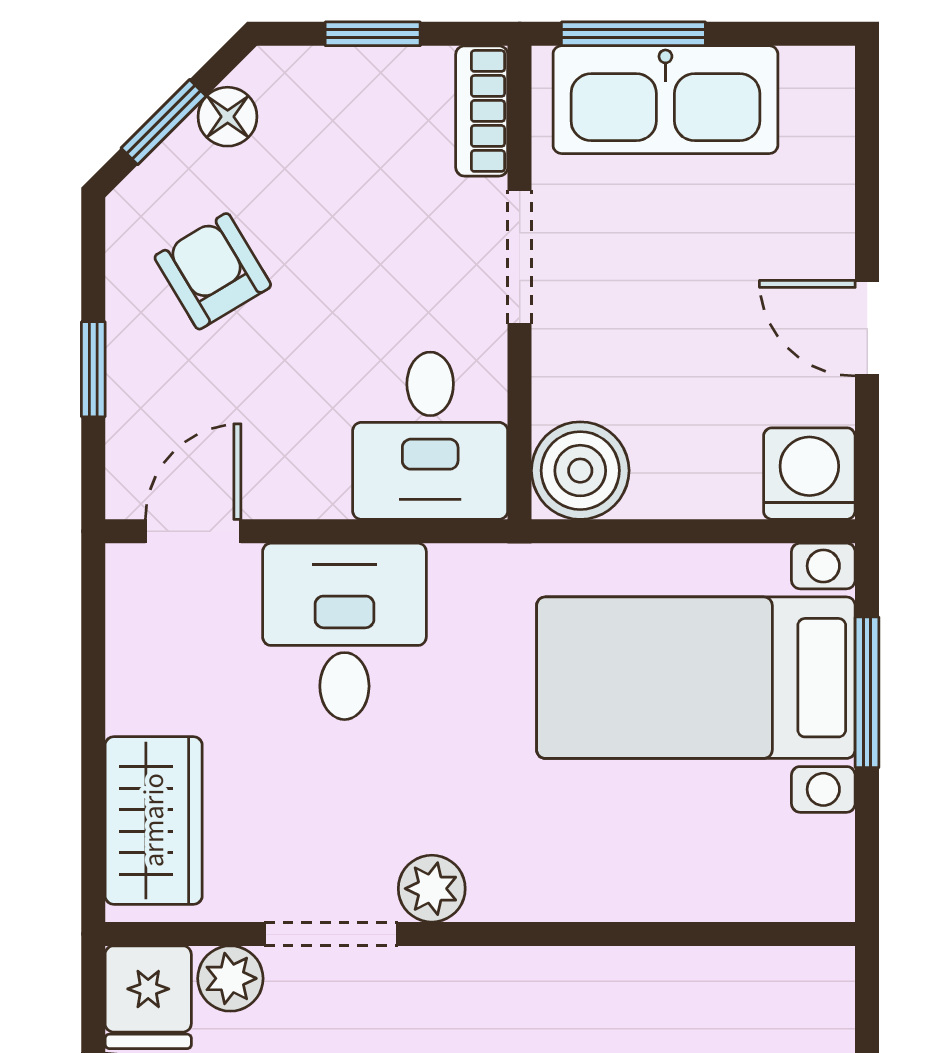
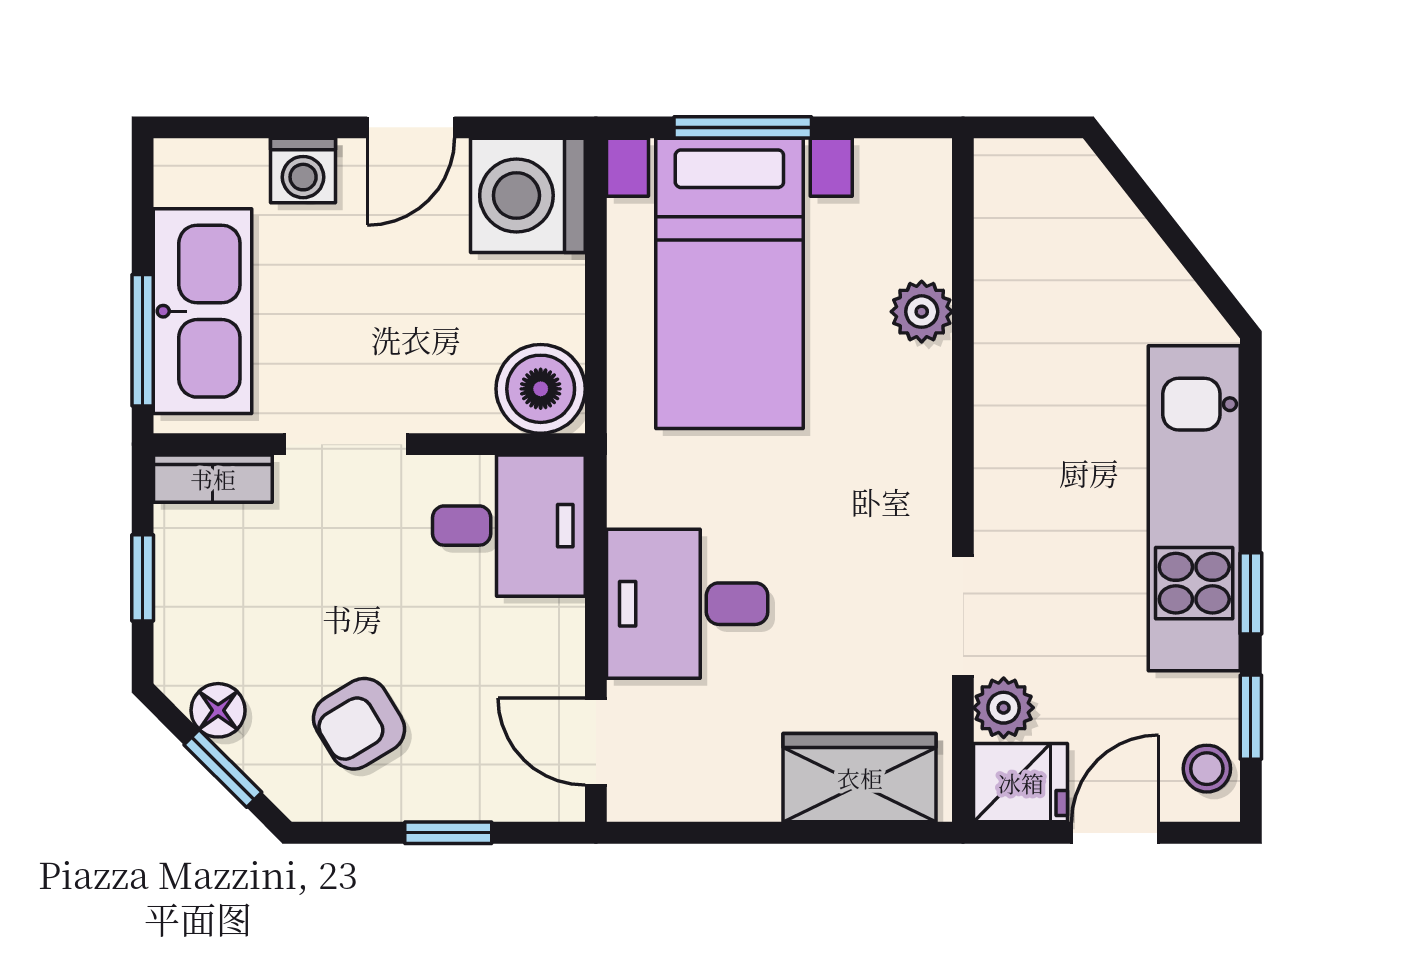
washing machine: (820, 210) -> (303, 171), added
washing machine: (809, 474) -> (528, 195), width x1.37, depth x1.37
plant: (432, 889) -> (922, 312), moved

